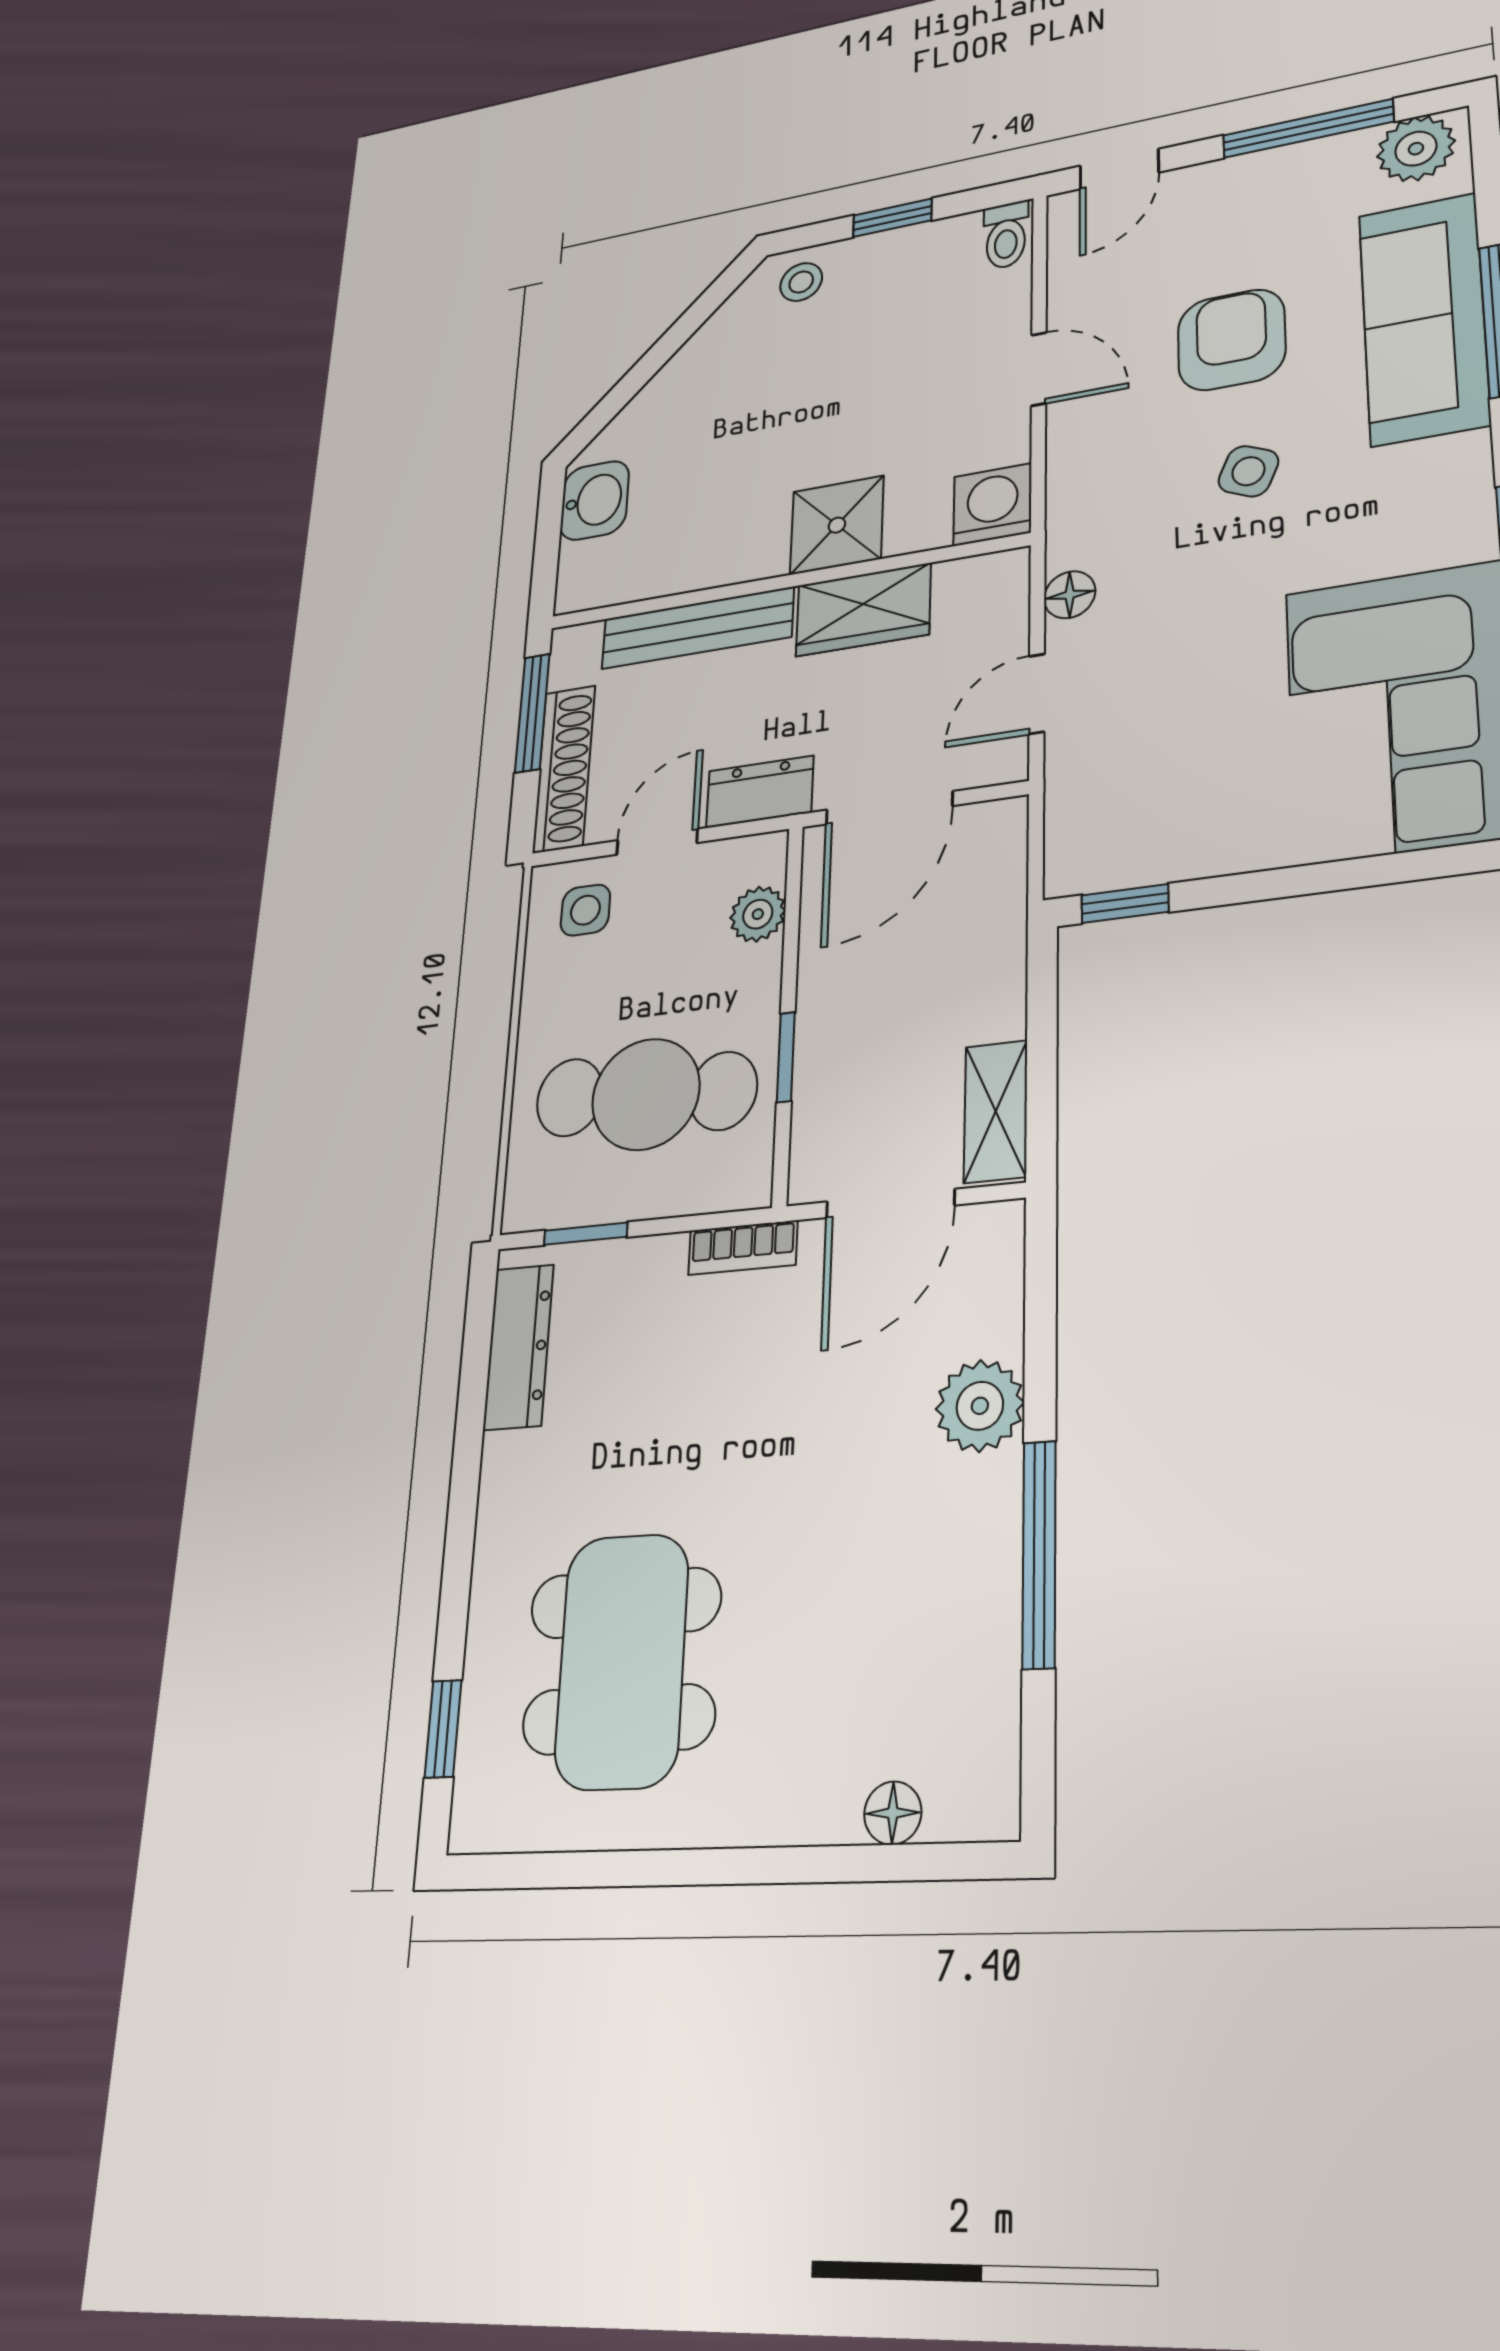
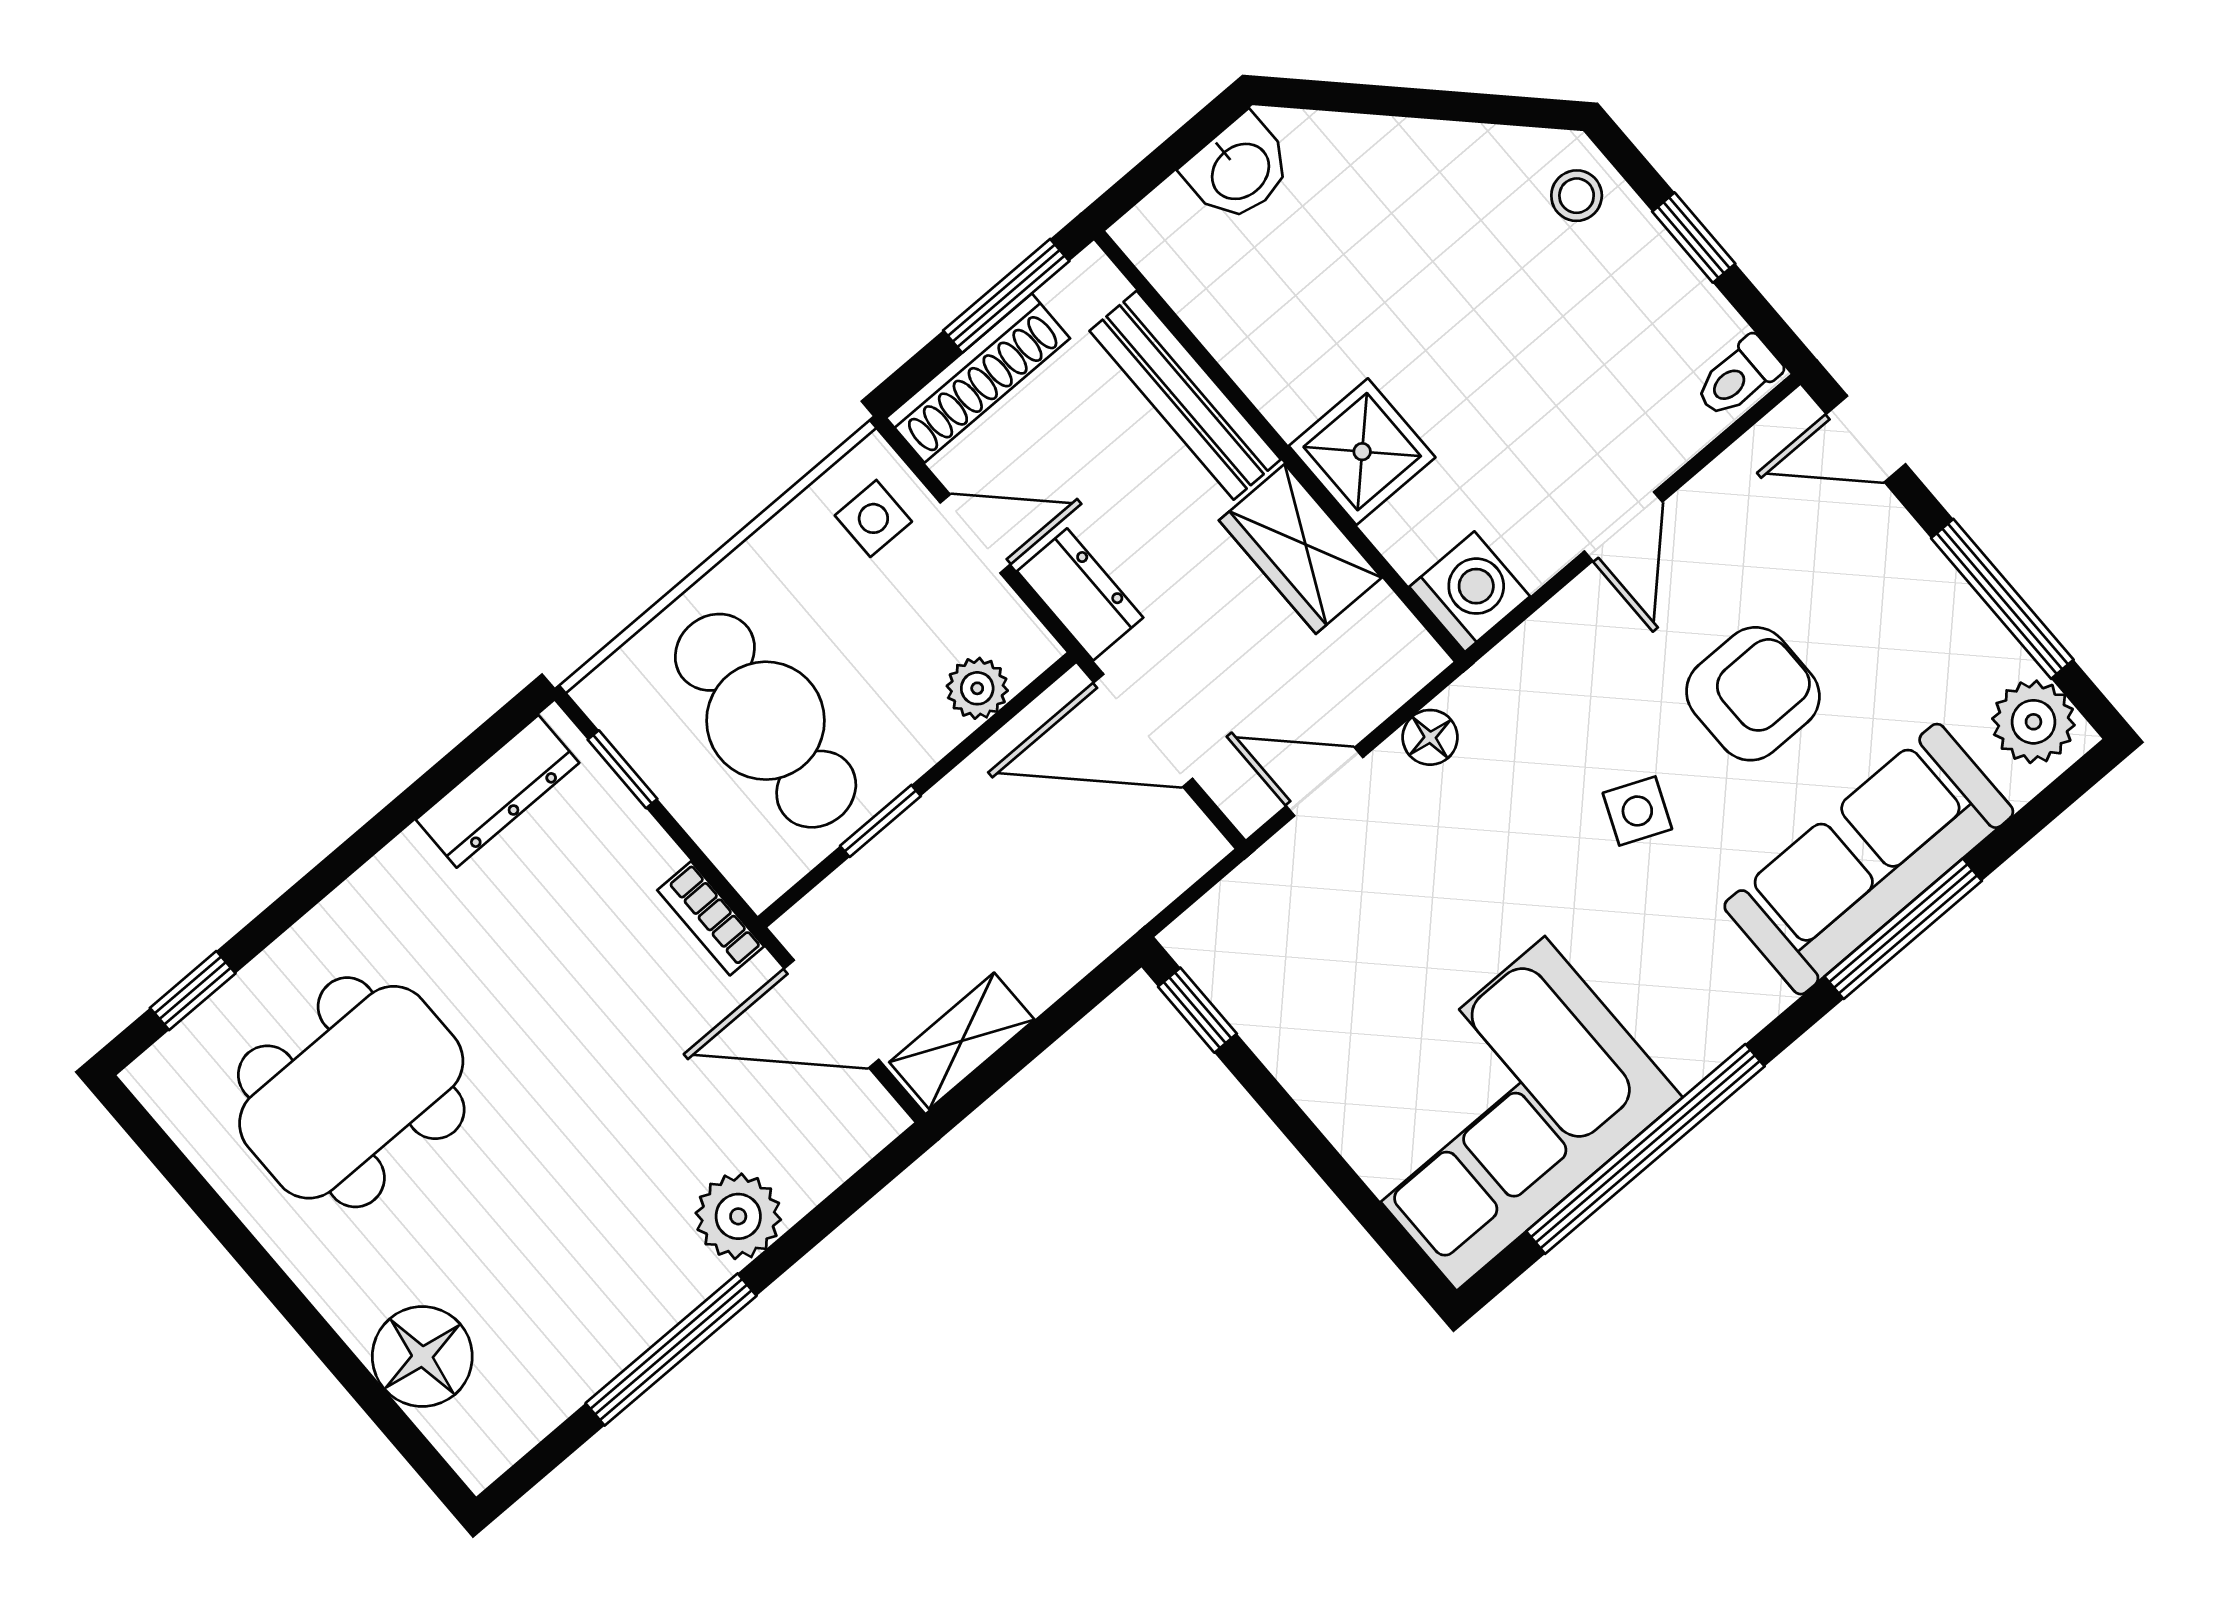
floor lamp: (893, 1813) -> (422, 1357), width x1.89, depth x1.89

